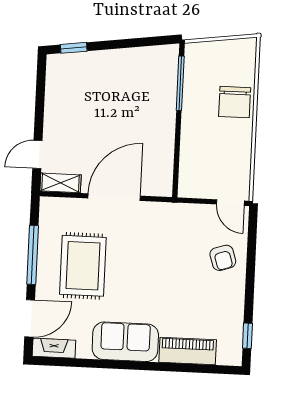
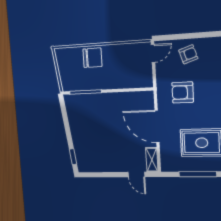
armchair: (165, 243) -> (183, 92), added

